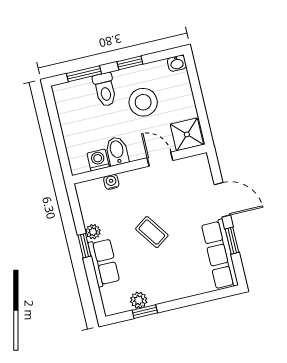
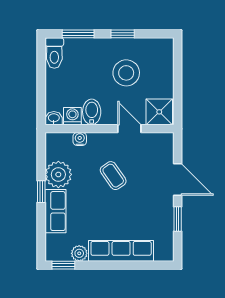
washbasin: (177, 63) -> (54, 118), moved, turned 180
toilet: (105, 90) -> (54, 53), moved
plant: (93, 232) -> (58, 174), width x1.88, depth x1.88
coffee table: (152, 232) -> (113, 176), moved
row of seats: (220, 254) -> (121, 251), moved, turned 90
window: (145, 312) -> (63, 265), moved

